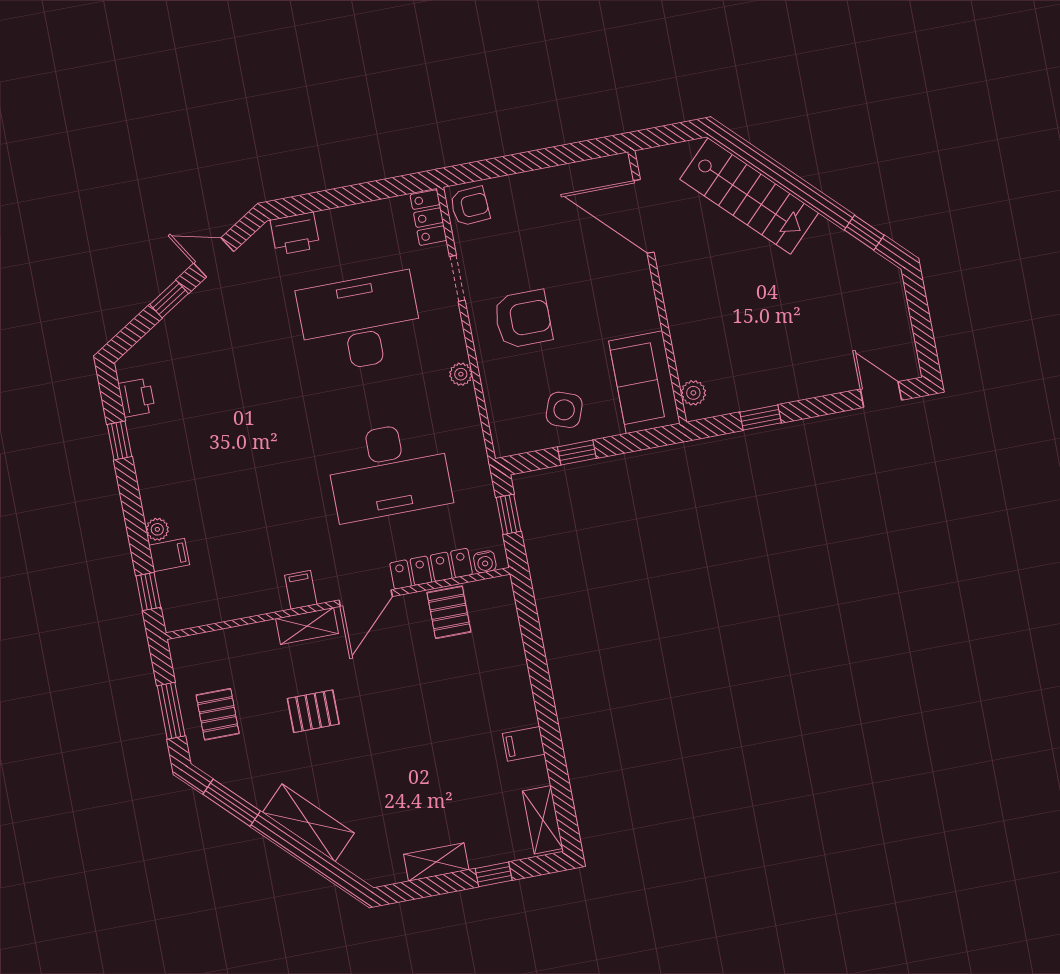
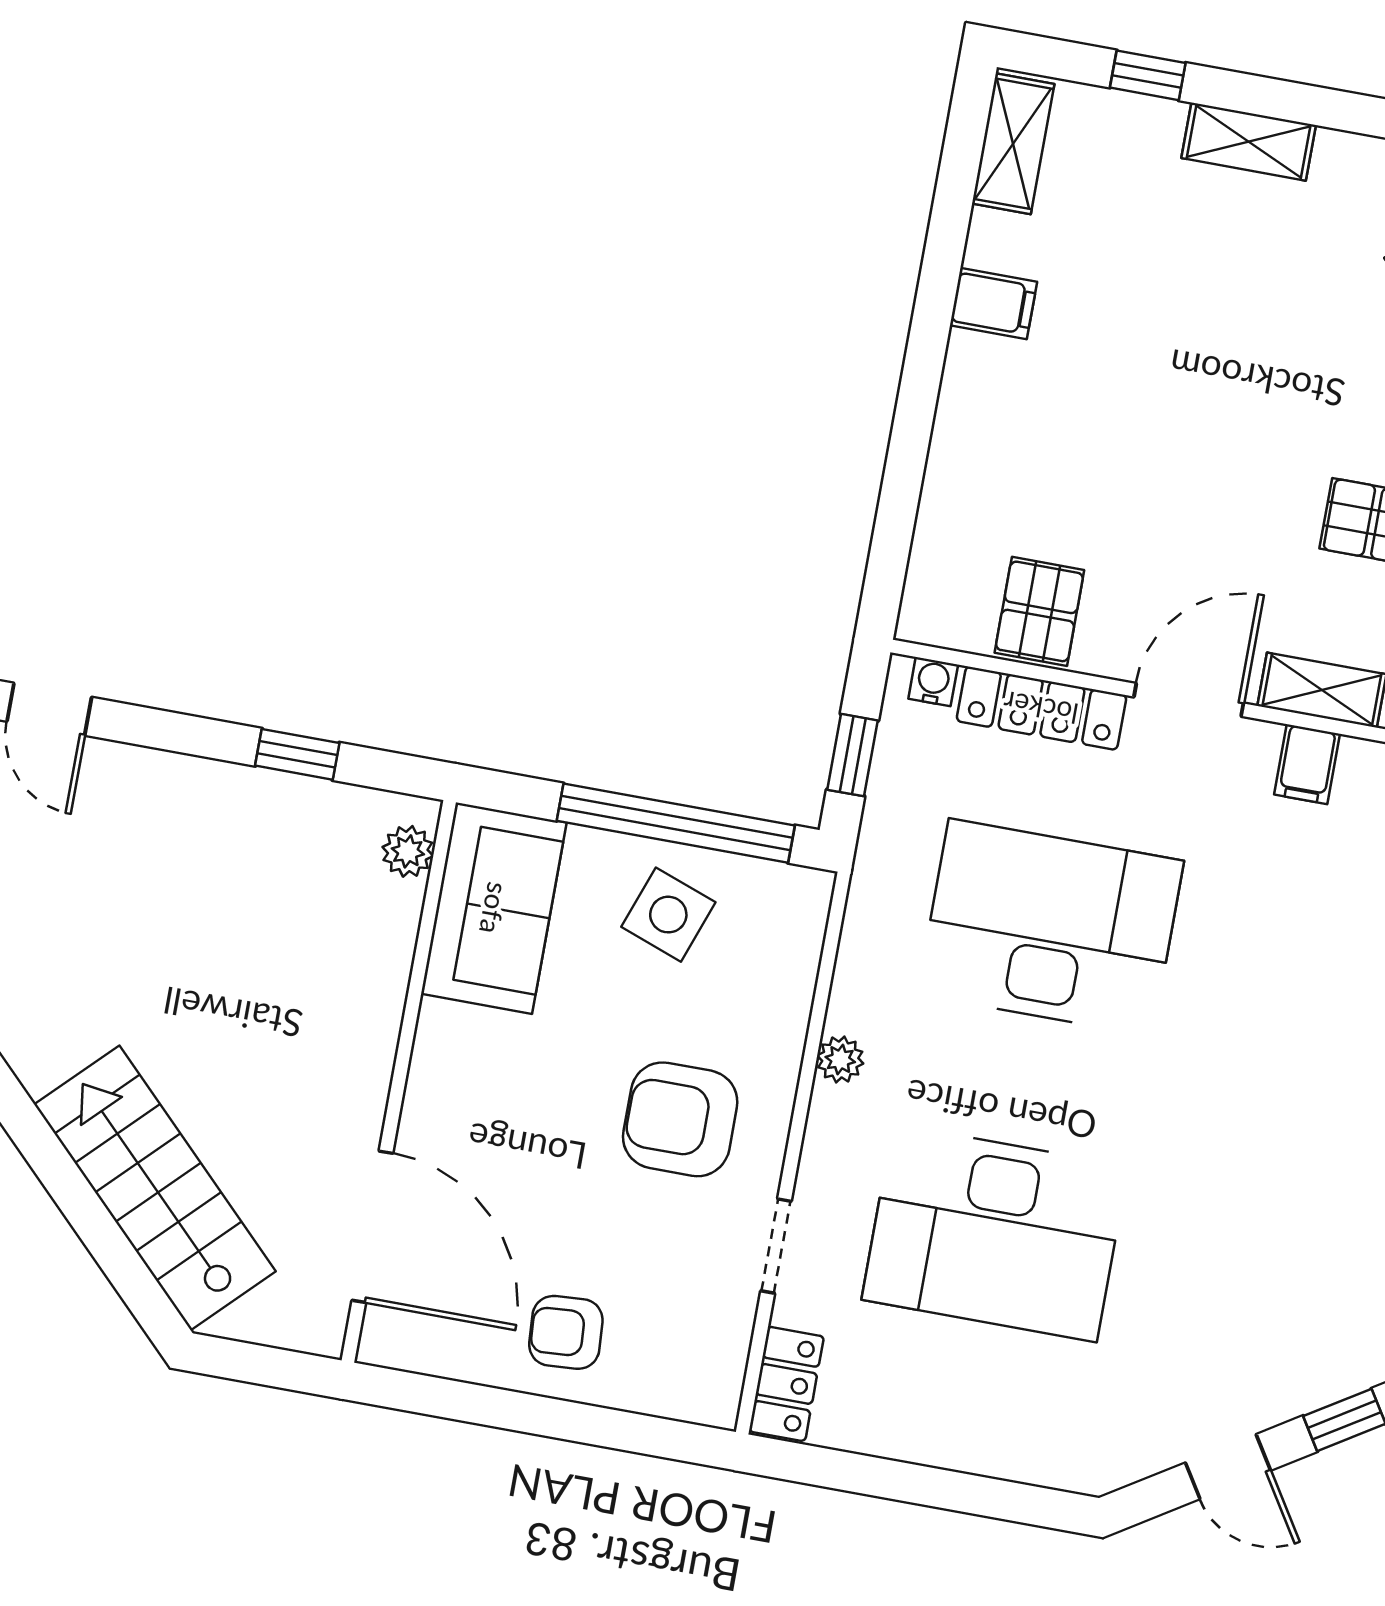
armchair: (470, 206) -> (566, 1332), moved
printer: (295, 234) -> (1054, 1452), removed
window: (577, 453) -> (676, 823), width x3.17

